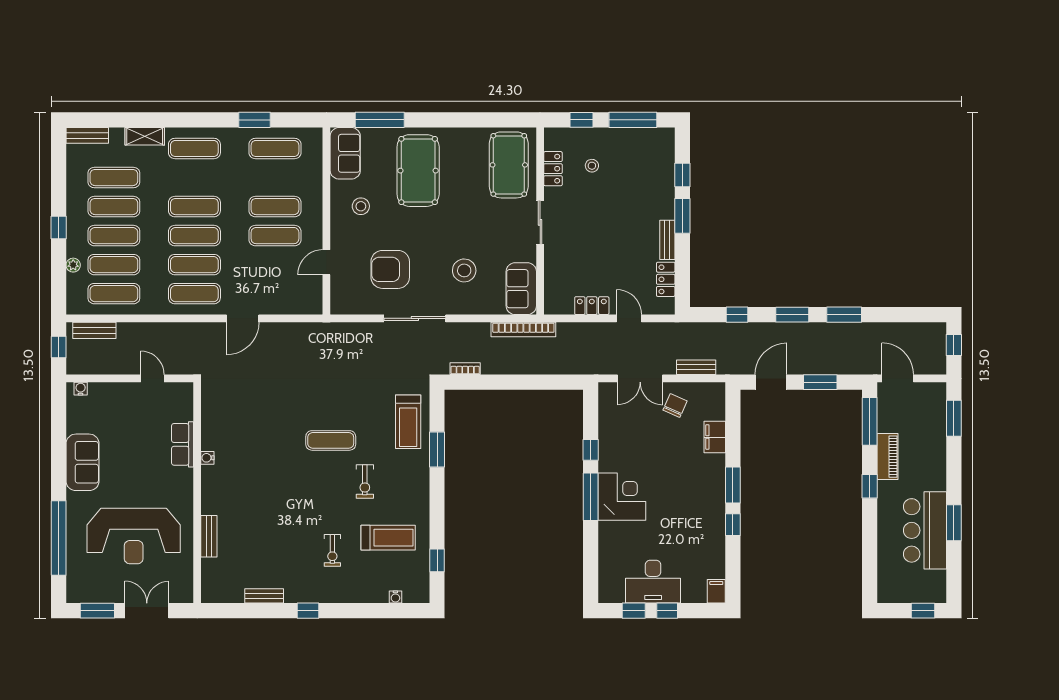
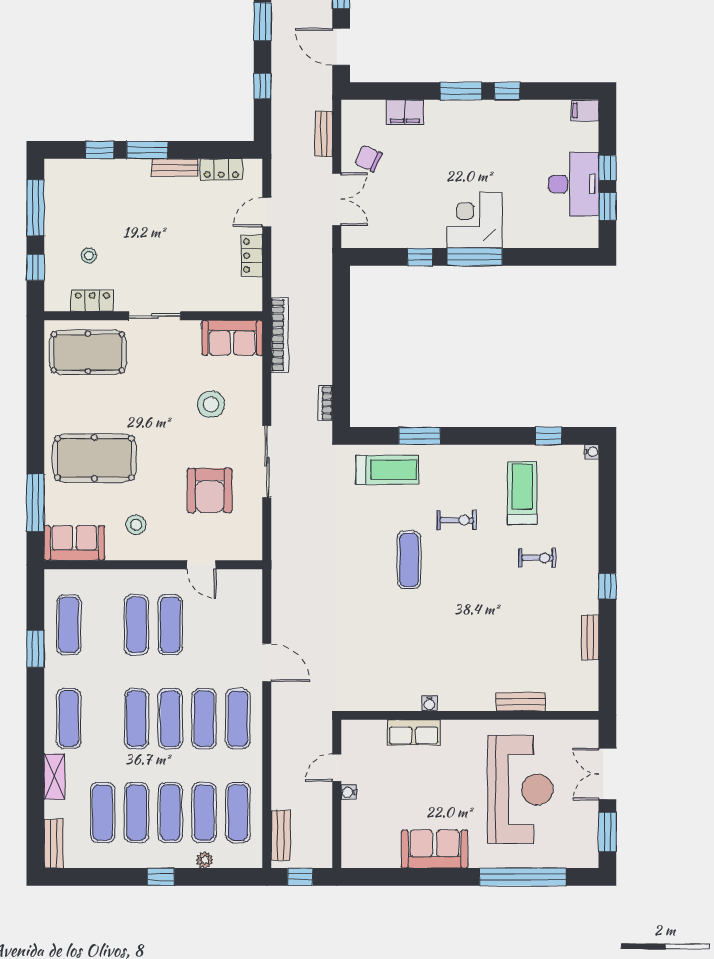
water cooler: (81, 389) -> (349, 792), moved
water cooler: (395, 597) -> (592, 452), moved

